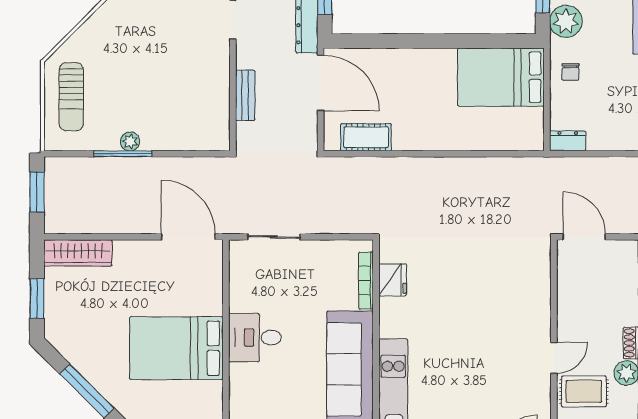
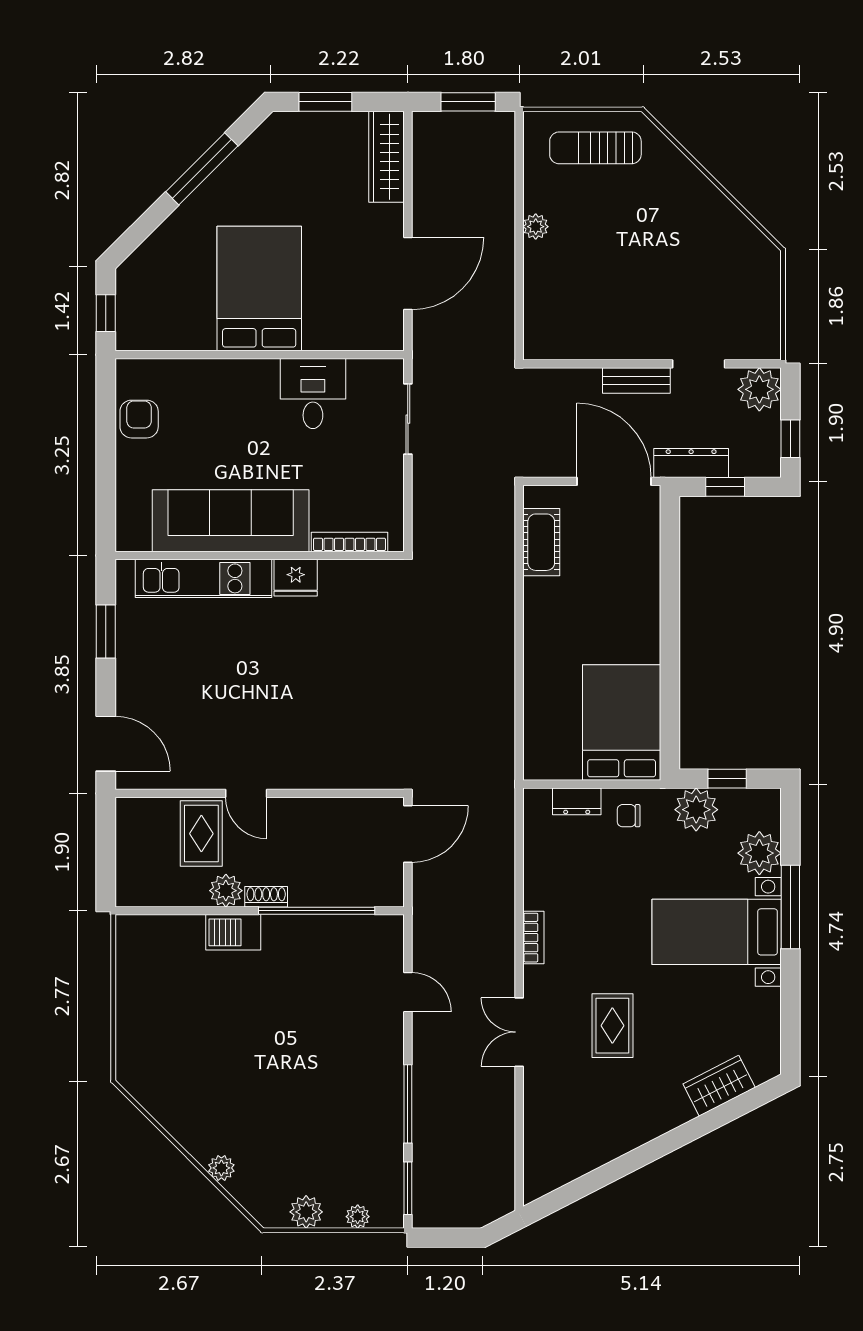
door: (321, 83) -> (614, 481), swing flipped
bench: (245, 95) -> (636, 381), moved
dresser: (568, 141) -> (577, 801), moved, turned 90
window: (123, 154) -> (519, 217), removed
door: (188, 237) -> (408, 274), moved
fridge: (393, 280) -> (296, 578), moved
desk: (255, 338) -> (313, 394), moved

